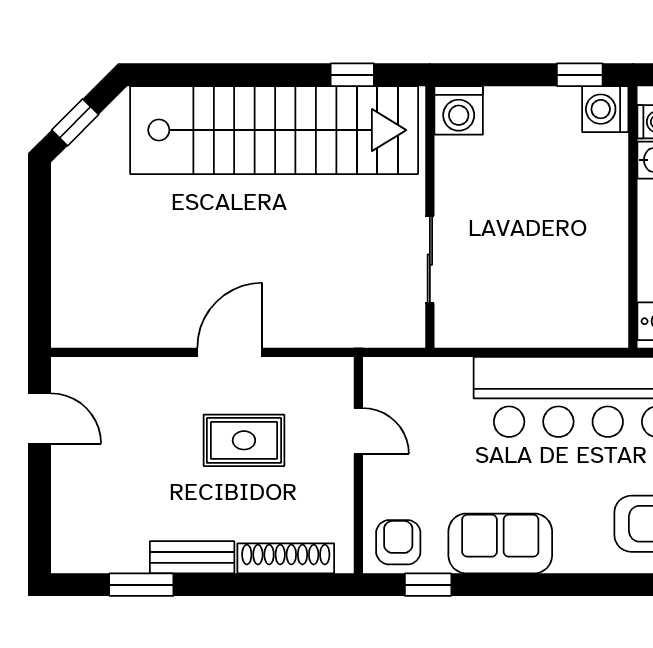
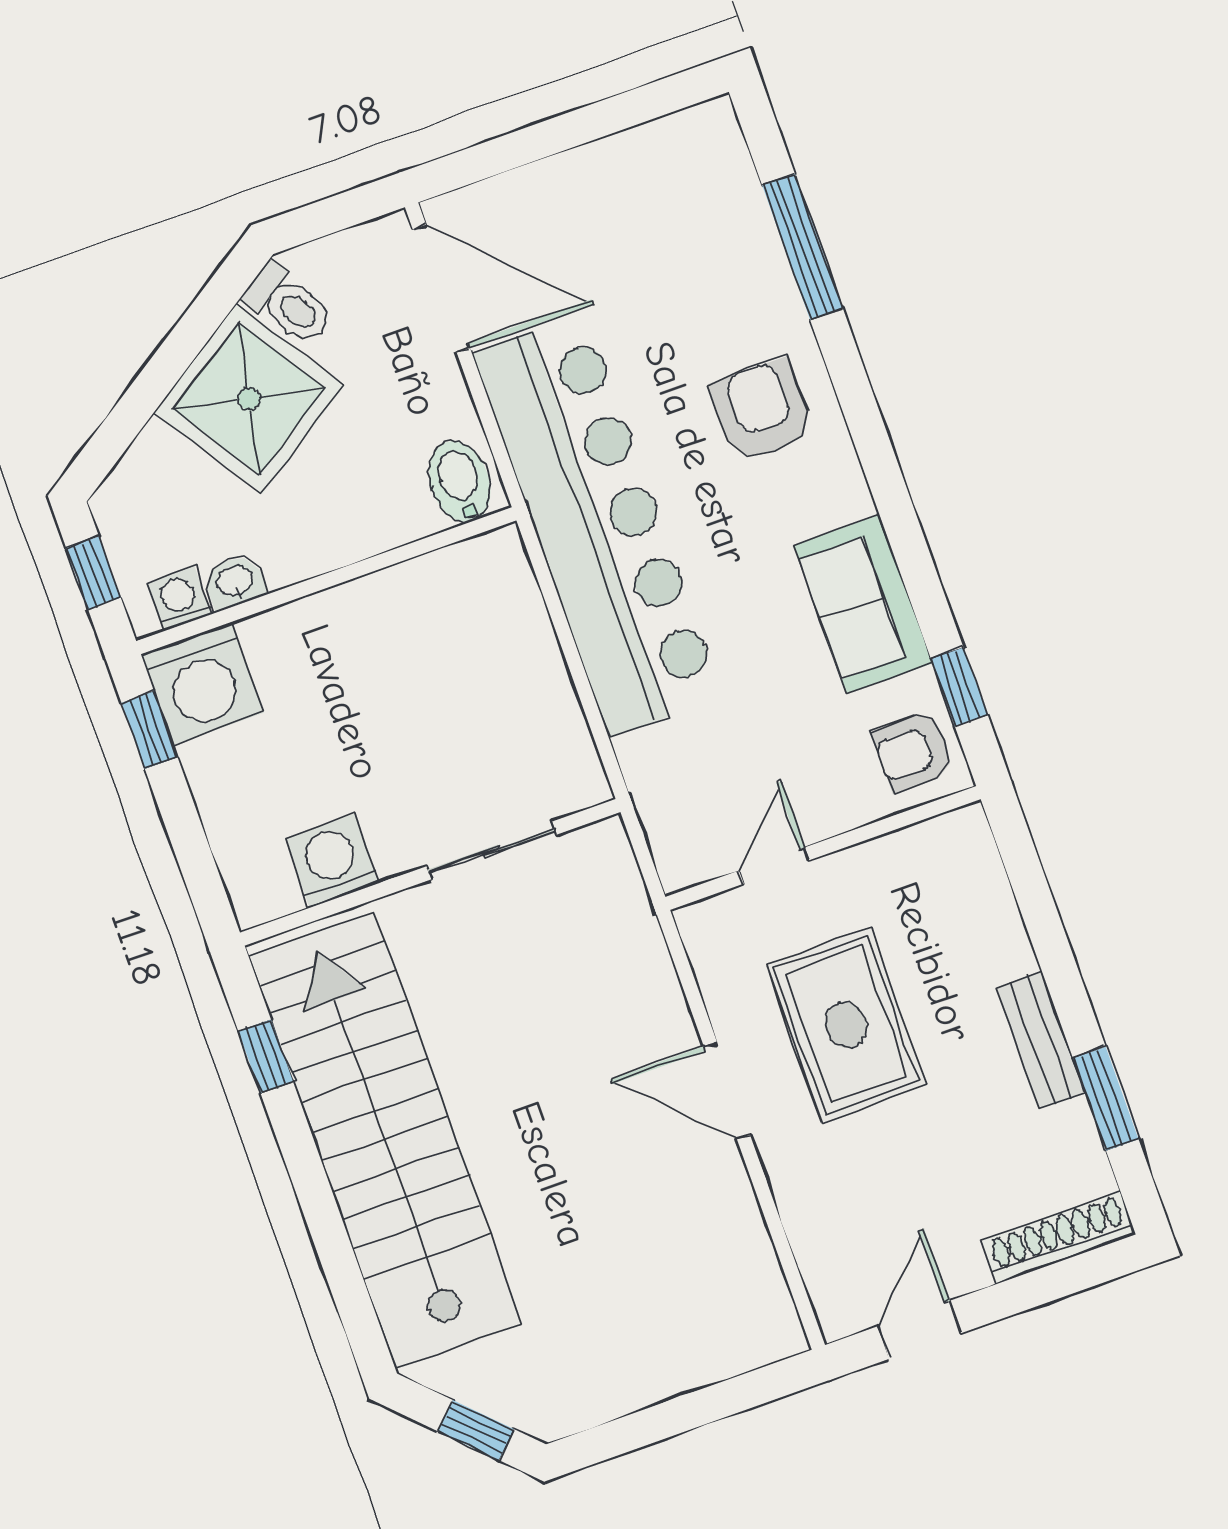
washing machine: (605, 109) -> (202, 683), width x1.37, depth x1.37
washing machine: (459, 110) -> (332, 861), moved, turned -90
rug: (244, 440) -> (846, 1025), width x1.36, depth x1.43
shoe rack: (286, 558) -> (1059, 1238), moved, turned 90

